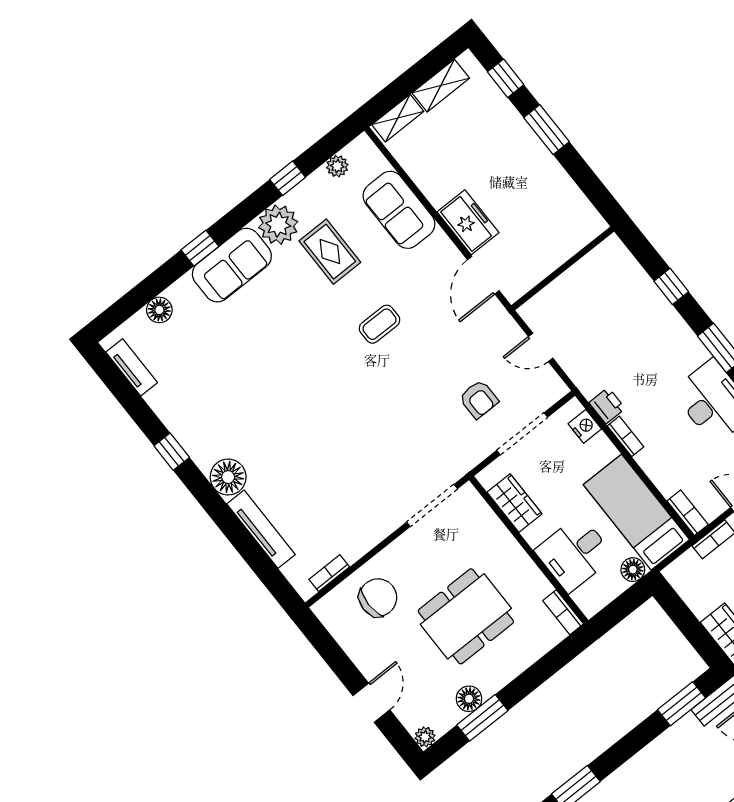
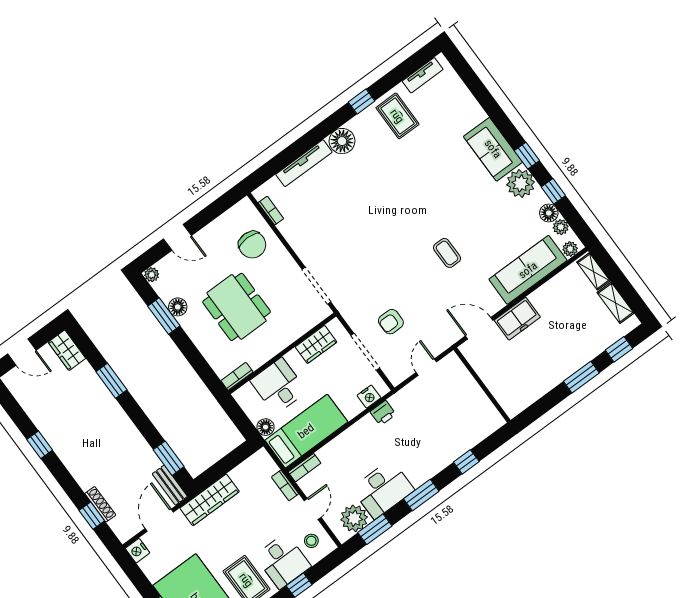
plant: (368, 152) -> (570, 249), added
sofa: (399, 210) -> (528, 270), width x1.36
window: (200, 248) -> (527, 156), moved
rug: (330, 252) -> (397, 116), moved, turned 90
floor lamp: (159, 310) -> (549, 213), moved
bookcase: (625, 436) -> (361, 425), removed

